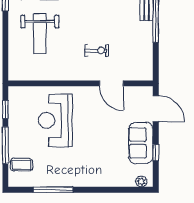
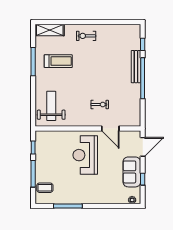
weight bench: (40, 34) -> (51, 106), moved, turned 180
door: (156, 109) -> (143, 147), hinge flipped
reception desk: (55, 120) -> (85, 155), moved

